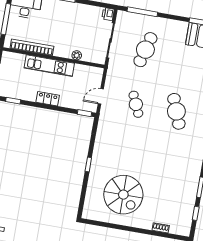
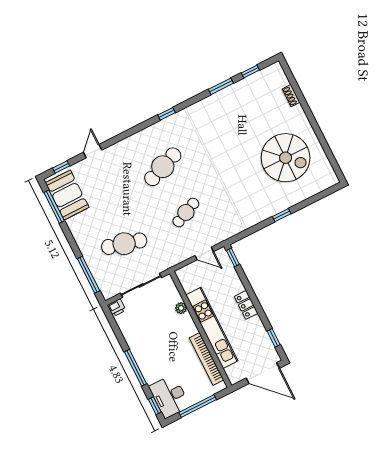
kitchen unit: (49, 66) -> (212, 328), width x1.36
spiral stairs: (123, 195) -> (286, 158), turned 90

